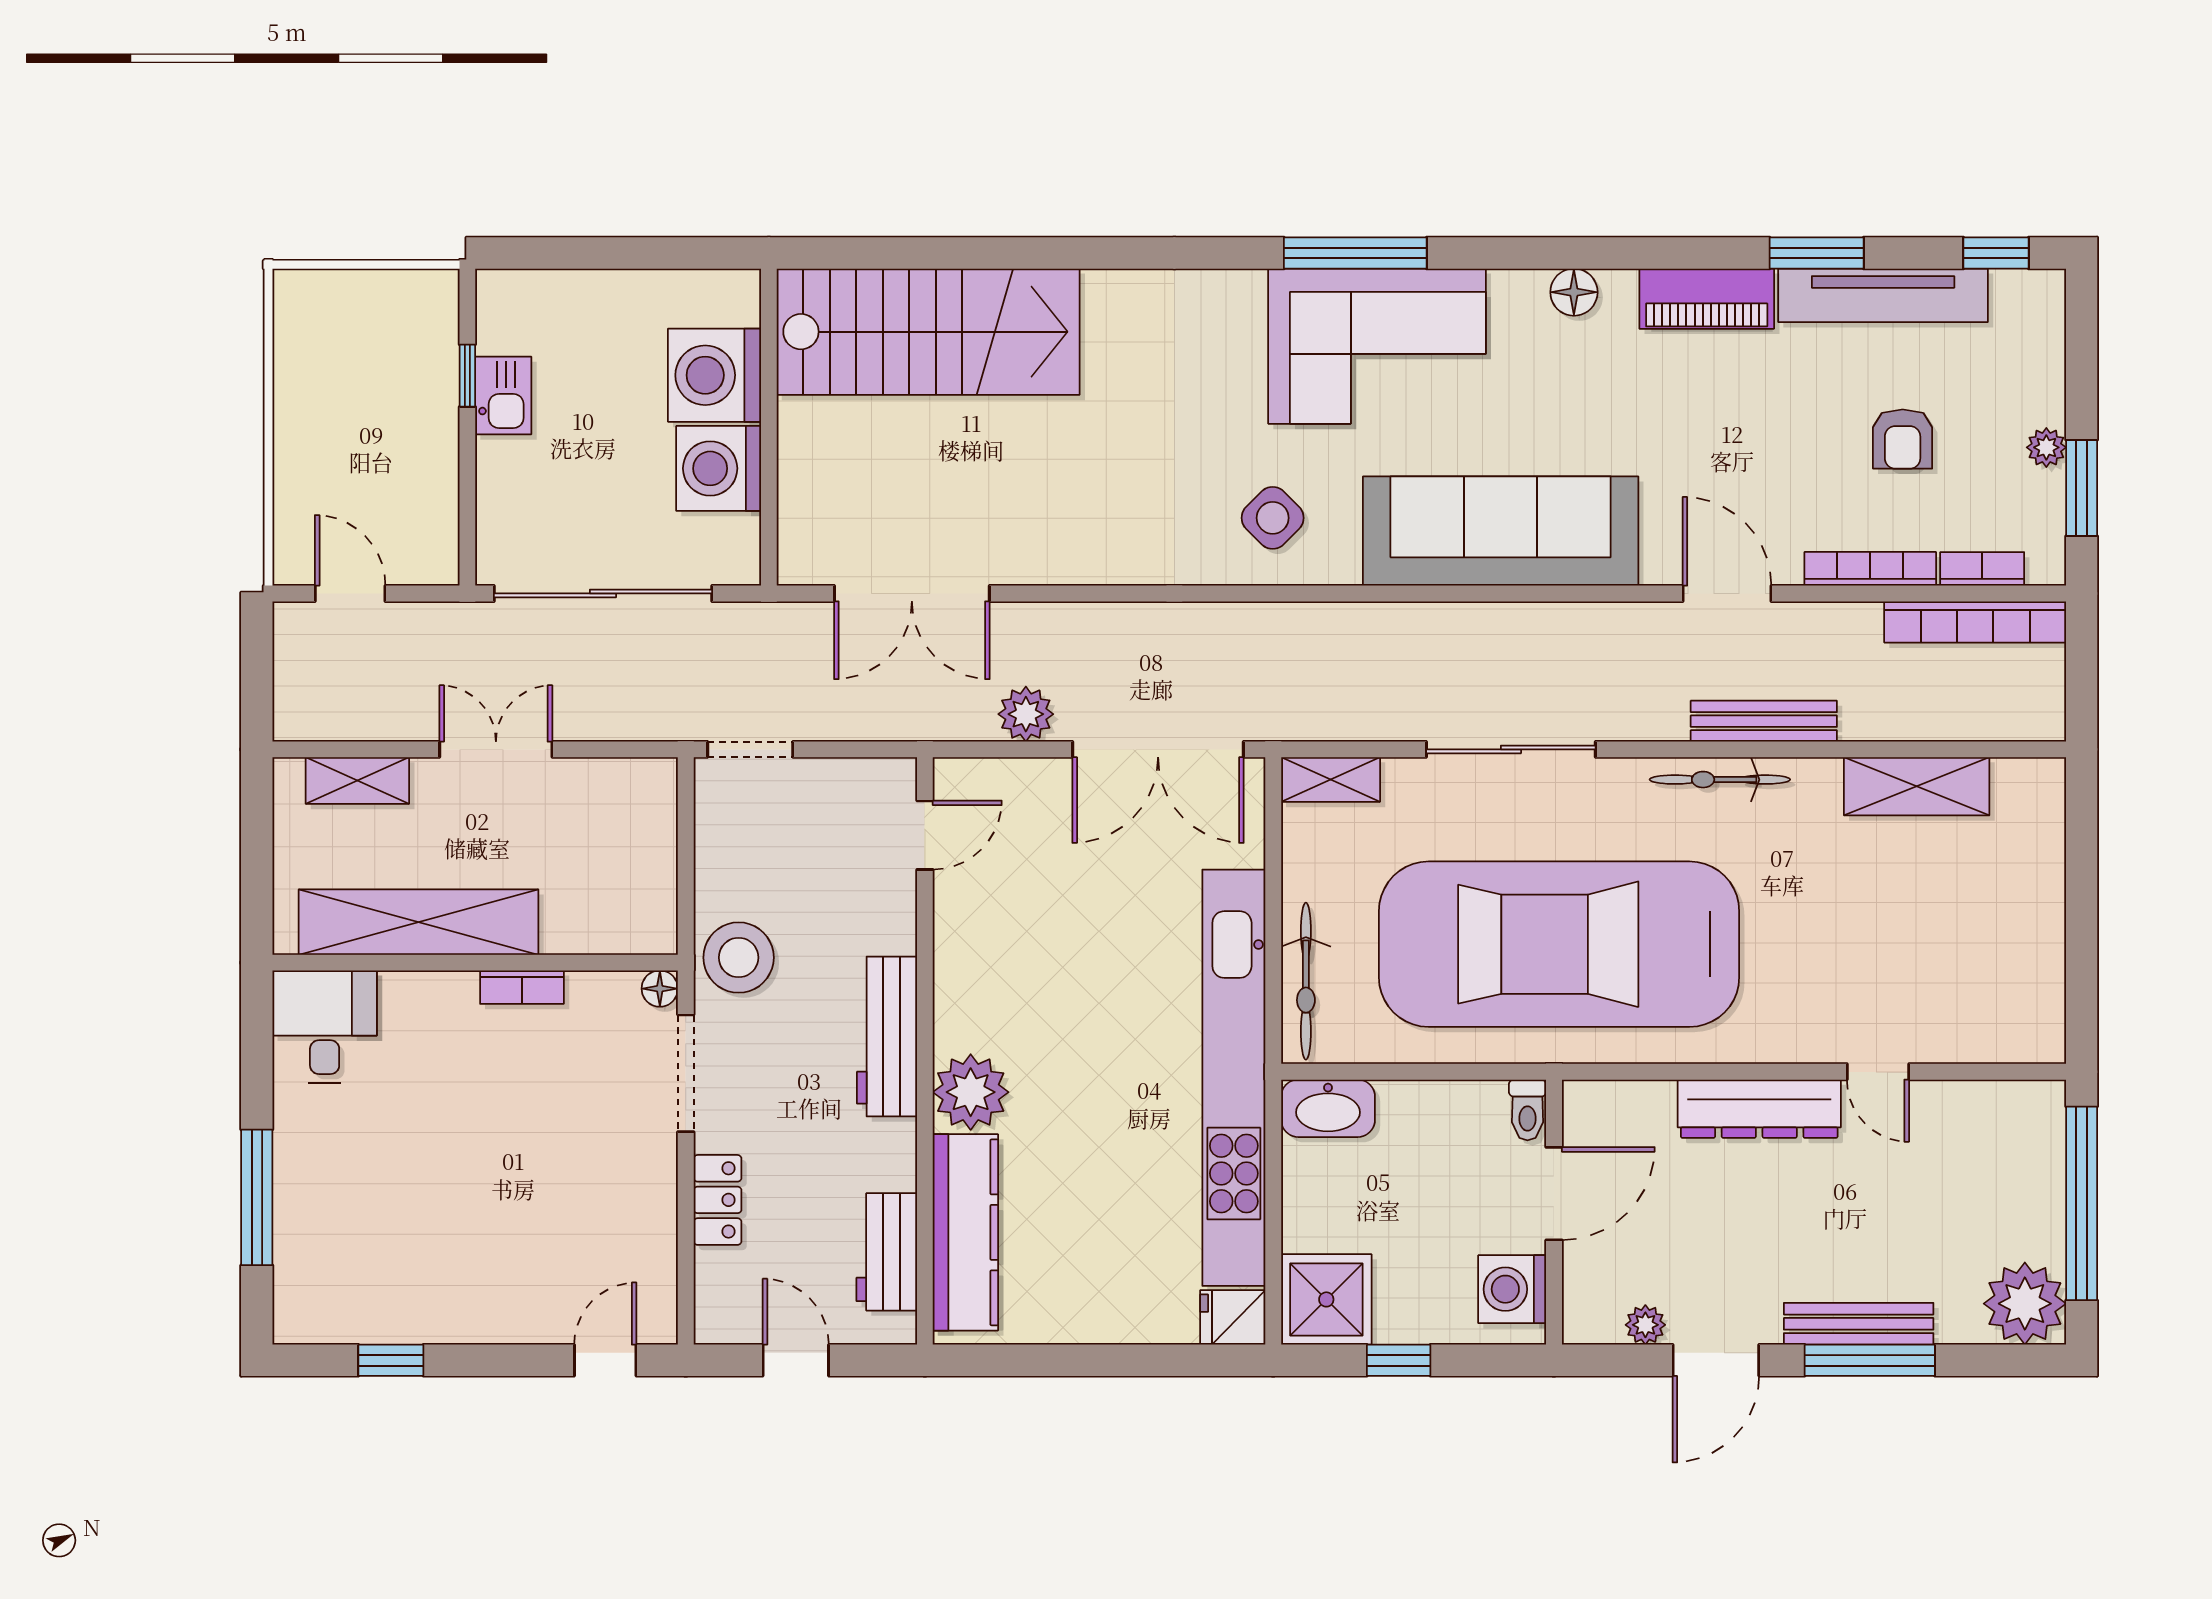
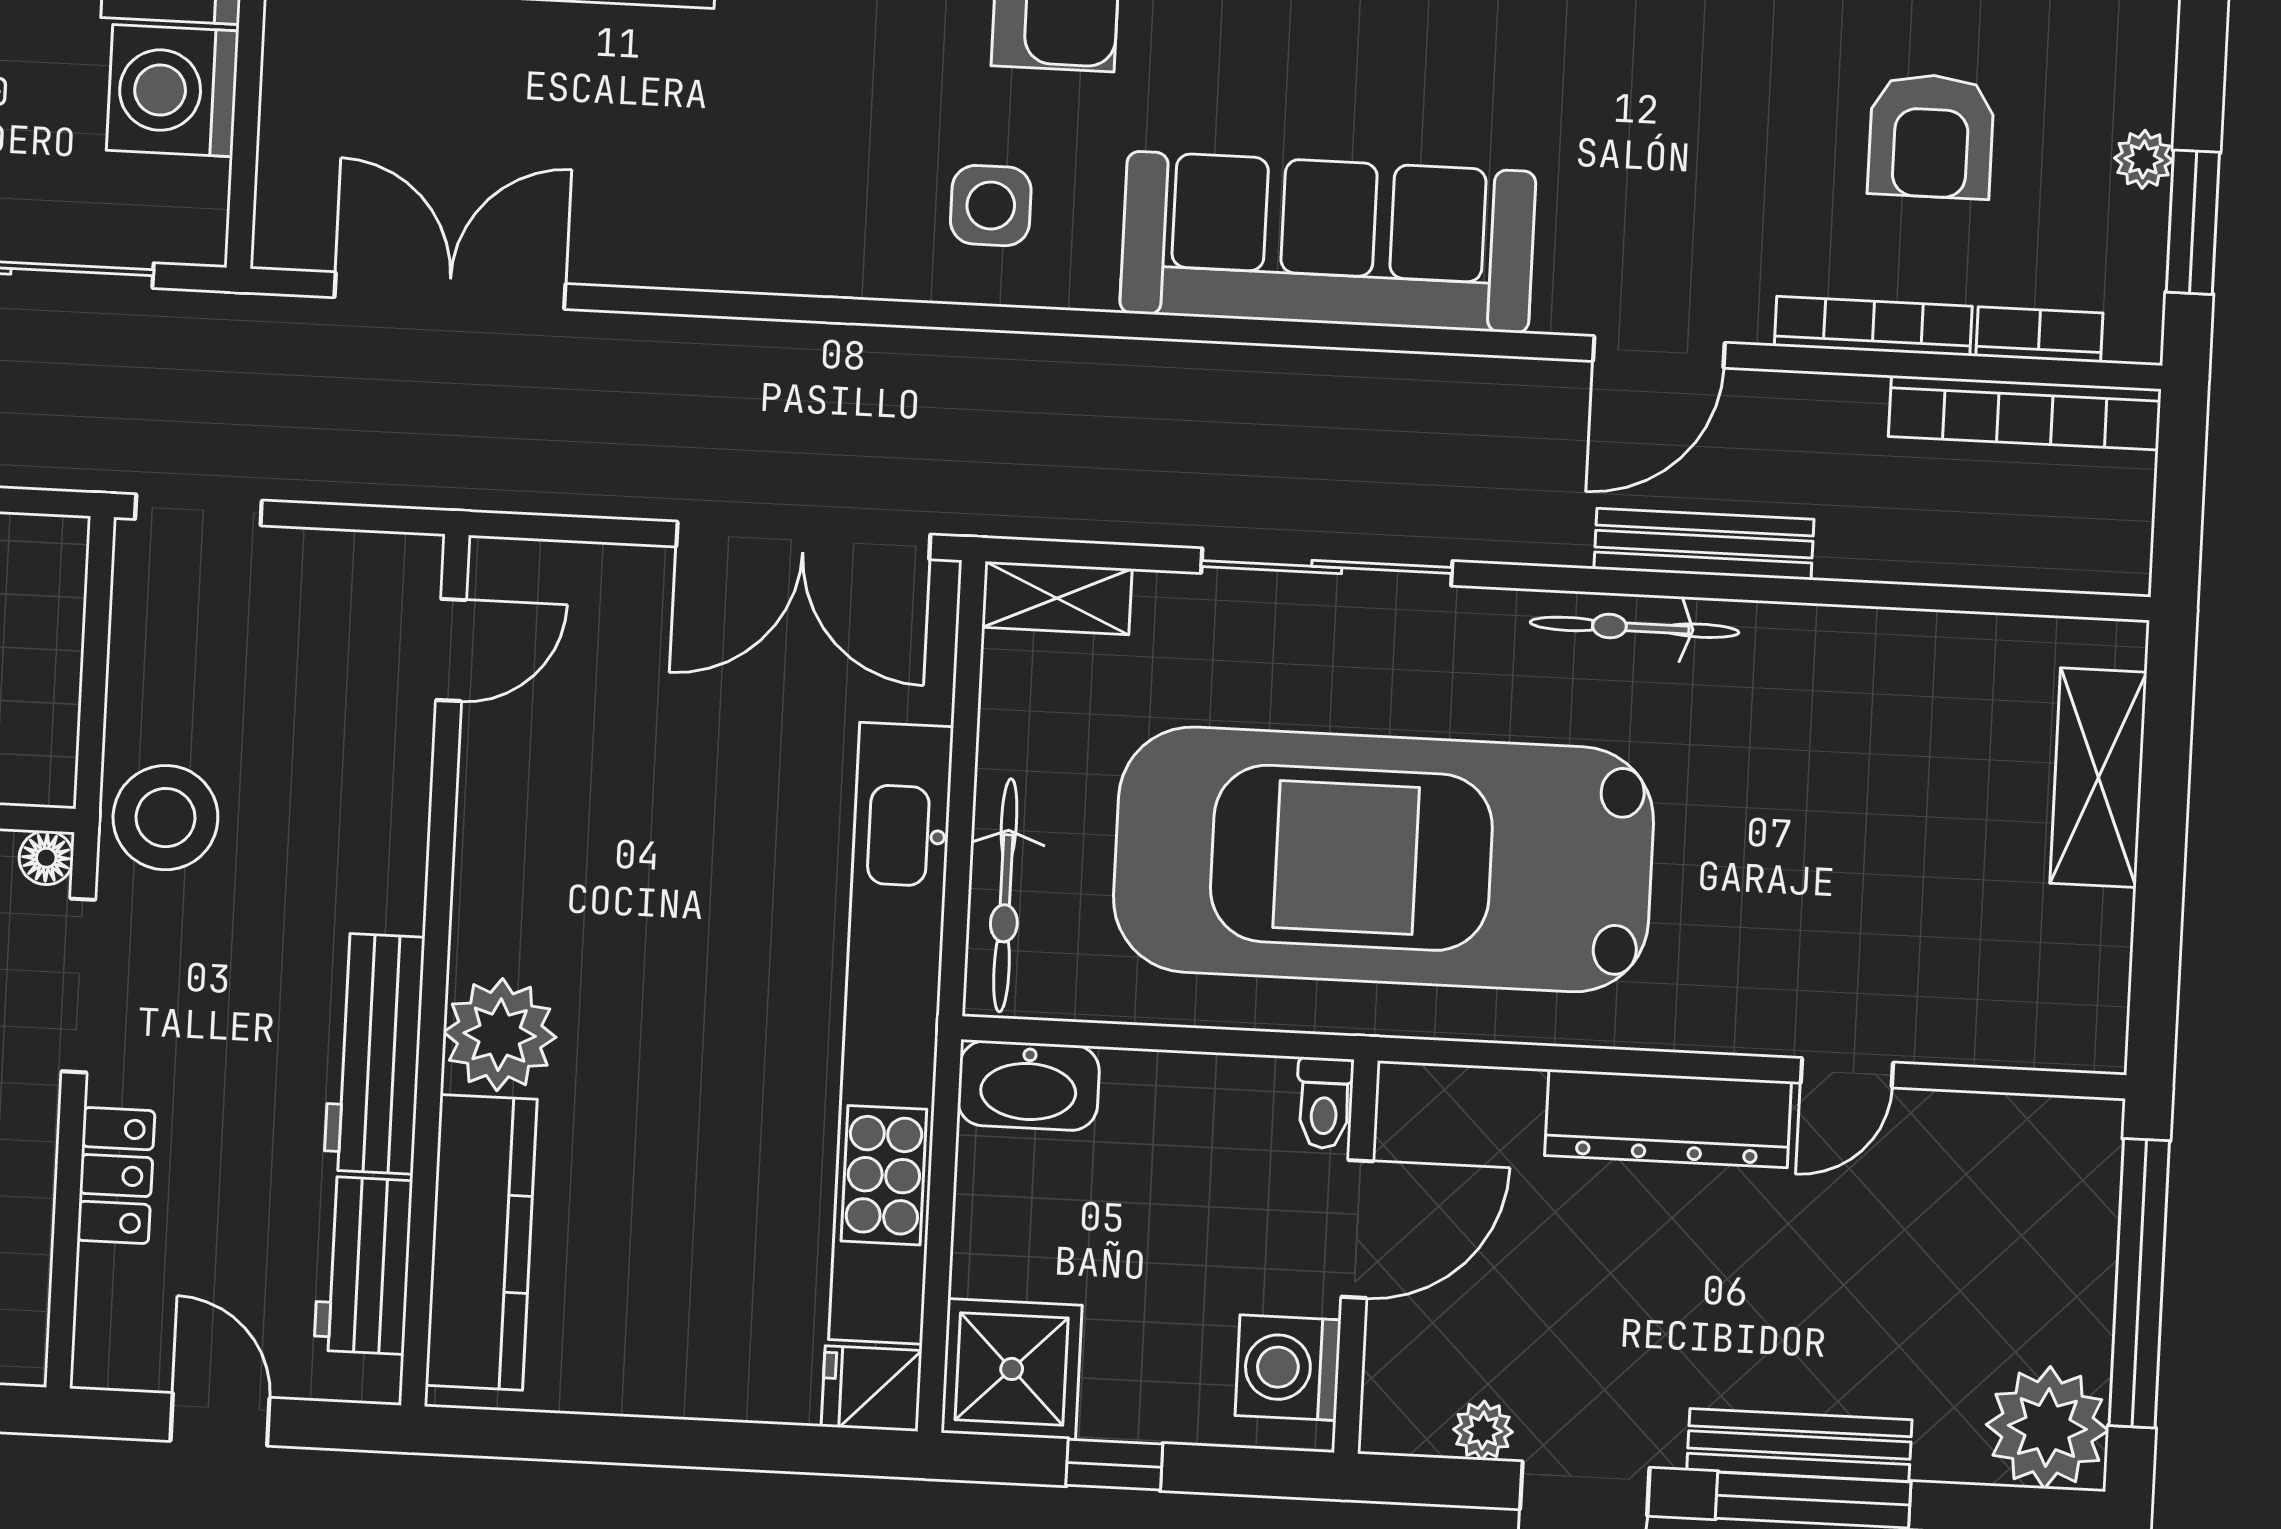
armchair: (1903, 439) -> (1931, 136), width x1.38, depth x1.38
side table: (1273, 518) -> (991, 206), turned 45
double door: (912, 593) -> (450, 291), swing flipped
door: (1727, 593) -> (1659, 352), swing flipped
plant: (1026, 714) -> (610, 478), removed
shelving: (1917, 786) -> (2098, 778), moved, turned 90
workbench: (887, 1037) -> (374, 1053), moved
door: (1878, 1072) -> (1847, 1073), hinge flipped

